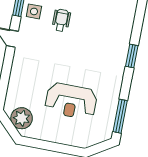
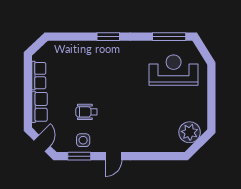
reception desk: (71, 101) -> (174, 70), moved, turned -90

